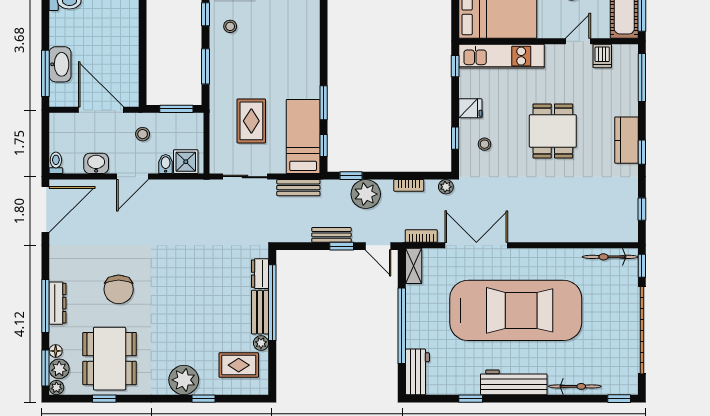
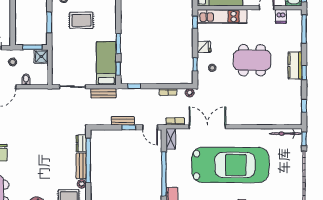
rug: (251, 121) -> (81, 20), moved, turned 90
dining table: (553, 131) -> (252, 60), width x1.38
shower: (186, 162) -> (41, 57), moved
plant: (366, 194) -> (143, 97), removed

